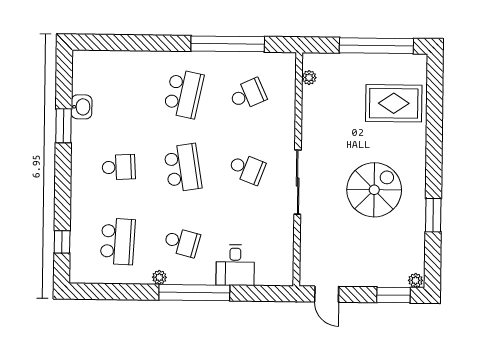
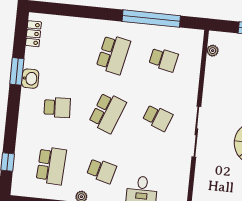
locker: (80, 76) -> (33, 34), added
school desk: (248, 94) -> (163, 60), turned 36
washbasin: (82, 107) -> (30, 79), moved
school desk: (183, 168) -> (107, 113), turned 30

